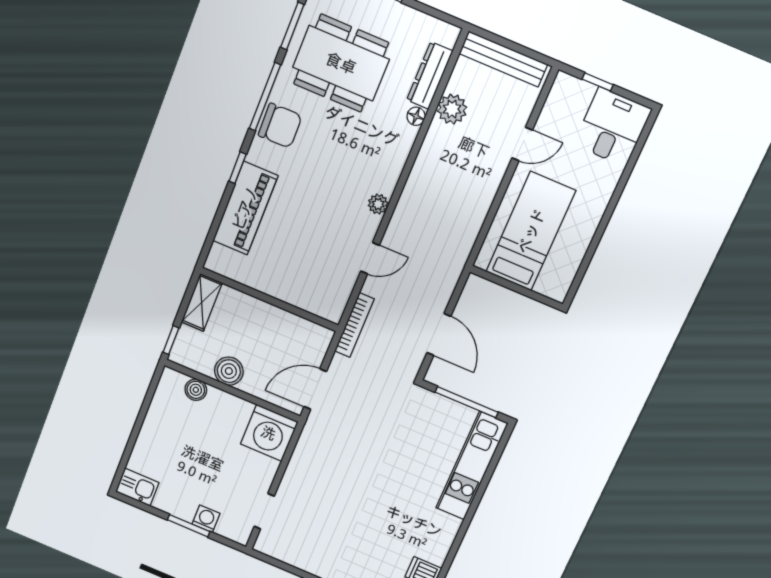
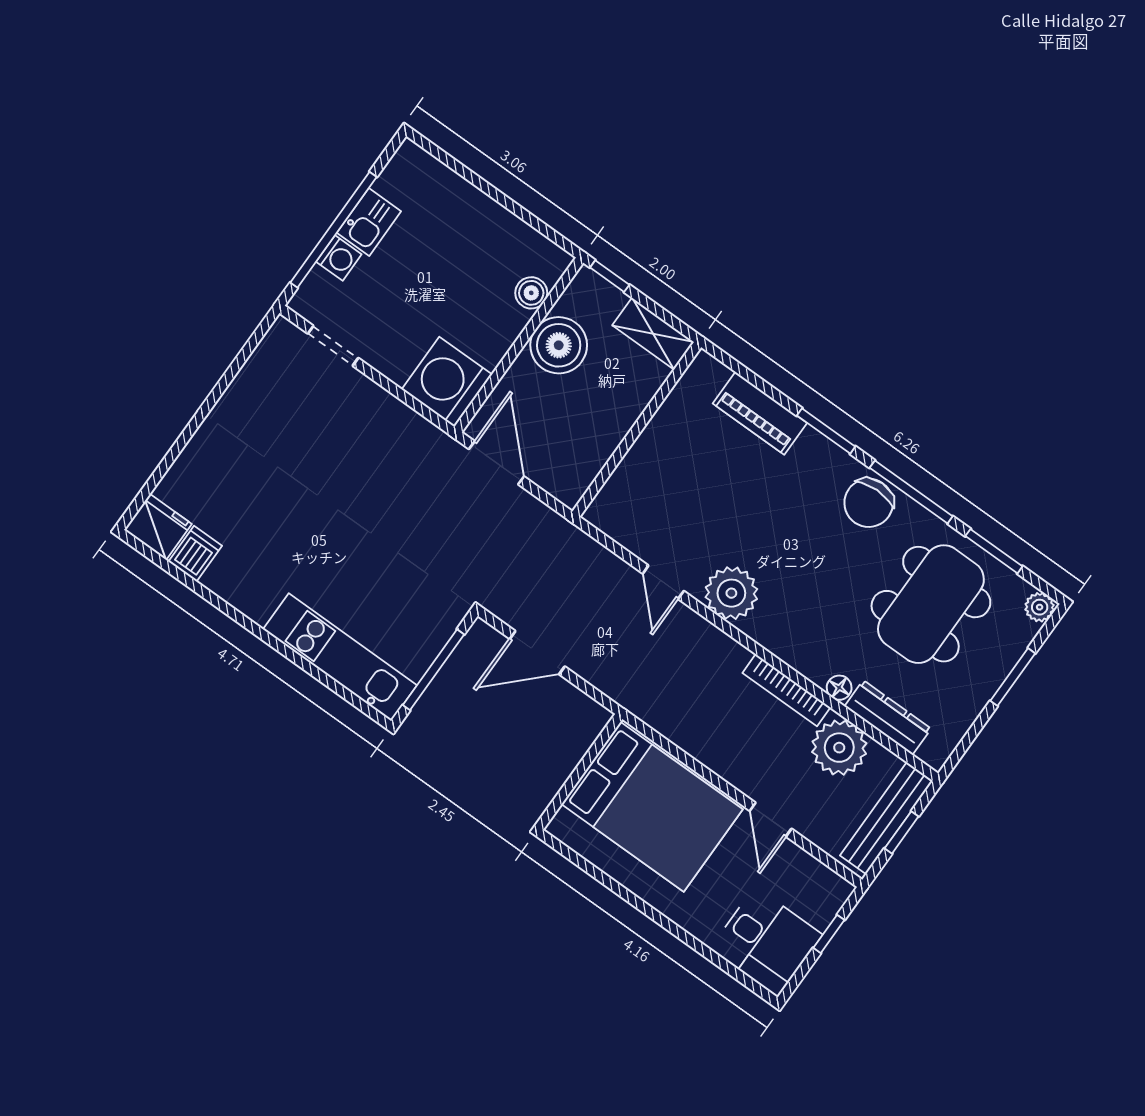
window: (512, 45) -> (902, 832), added
plant: (452, 109) -> (839, 748), width x1.36, depth x1.36
window: (237, 168) -> (826, 431), width x1.50
plant: (378, 204) -> (731, 593), width x1.87, depth x1.87
piano: (245, 208) -> (760, 413), width x0.73, depth x0.75
bed: (531, 231) -> (652, 807), width x1.50
bookcase: (354, 325) -> (786, 690), moved
boiler: (229, 371) -> (559, 345), width x1.37, depth x1.37
kitchen sink: (137, 487) -> (369, 222), moved
window: (189, 526) -> (333, 230), width x2.11

